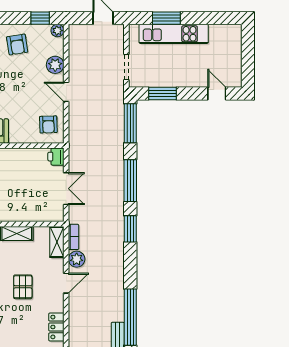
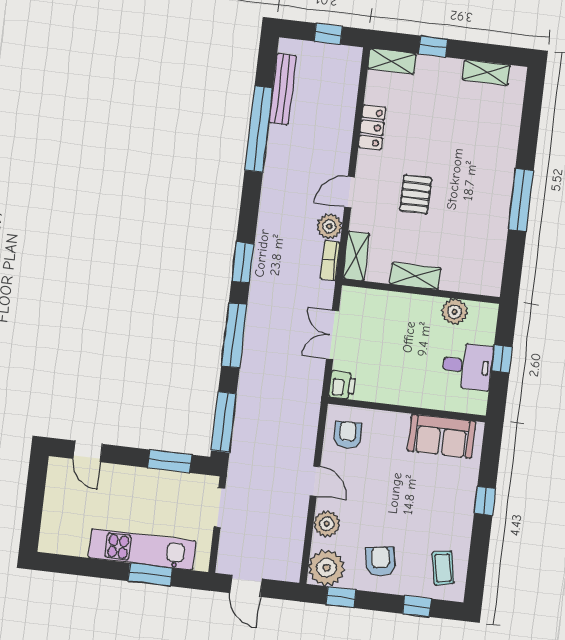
plant: (57, 31) -> (327, 568), width x1.87, depth x1.87

